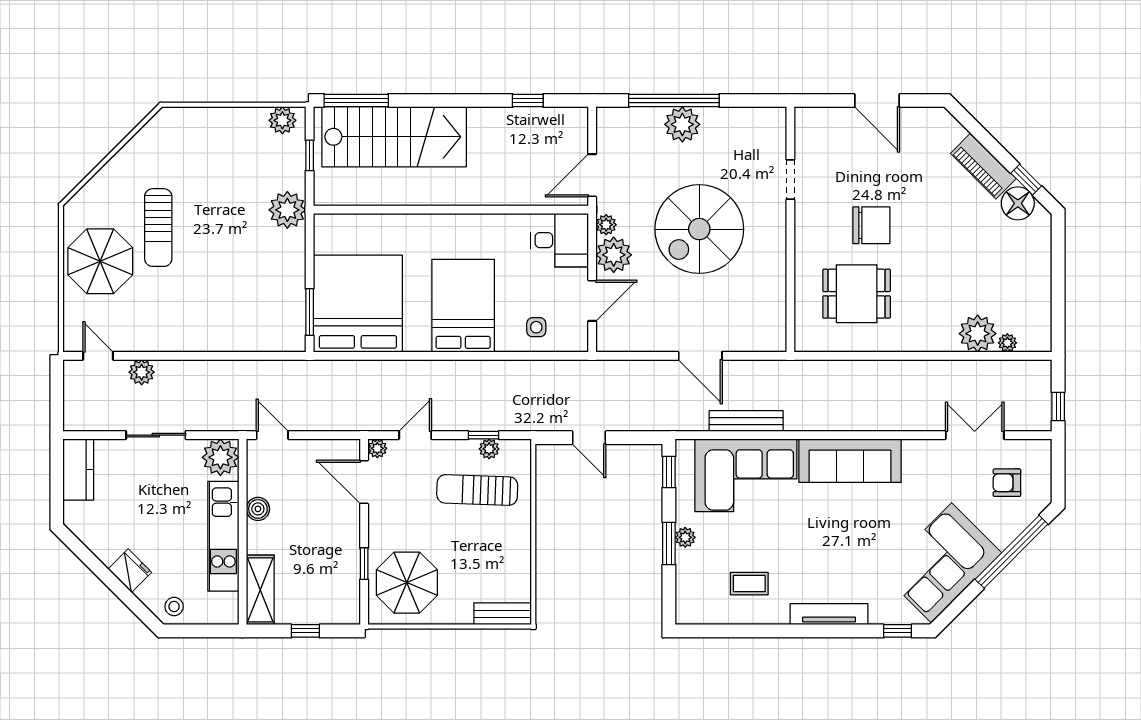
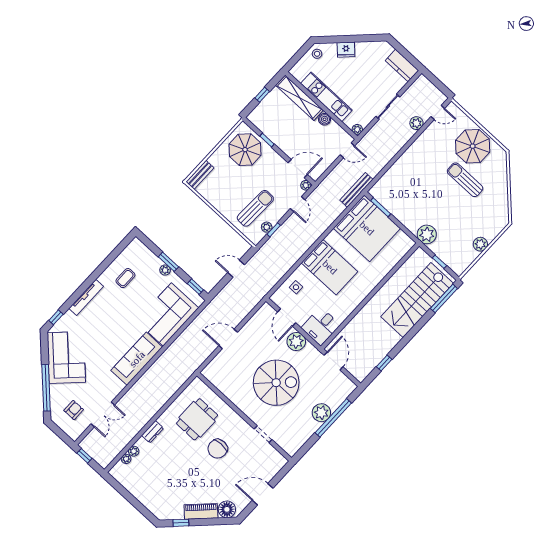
plant: (282, 120) -> (480, 244), moved
floor lamp: (1018, 203) -> (227, 509), moved
plant: (606, 225) -> (310, 349), removed
spiral stairs: (699, 229) -> (276, 383), turned 90
plant: (978, 334) -> (134, 451), width x0.53, depth x0.53
dresser: (933, 341) -> (153, 432), added
bench: (746, 421) -> (356, 190), moved
plant: (220, 457) -> (357, 129), width x0.53, depth x0.53
shelving: (260, 590) -> (299, 98), width x1.47

